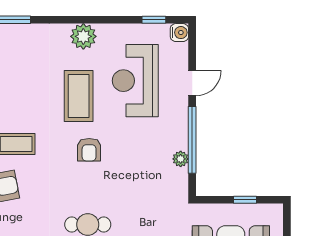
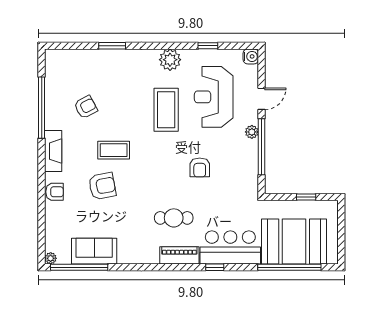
window: (154, 20) -> (208, 46), moved
armchair: (89, 150) -> (200, 167), moved
plant: (181, 159) -> (252, 132), moved

